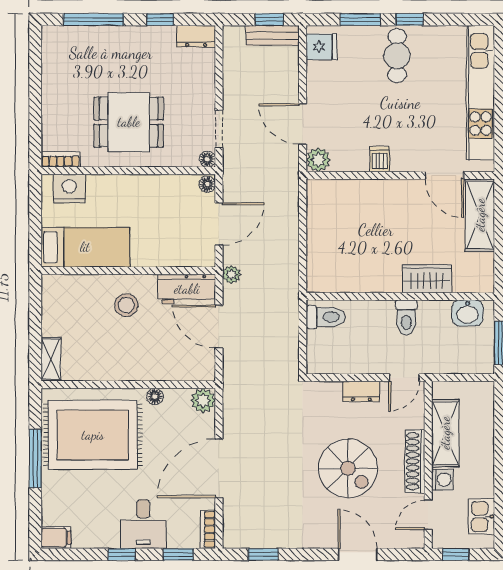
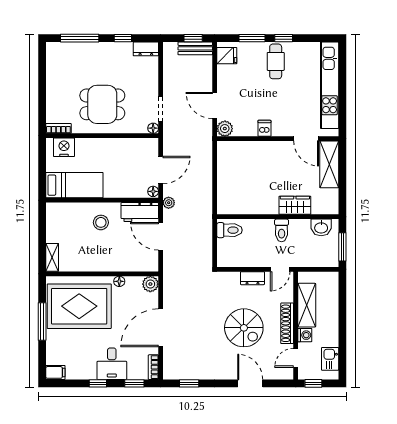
floor lamp: (207, 184) -> (153, 191), moved

